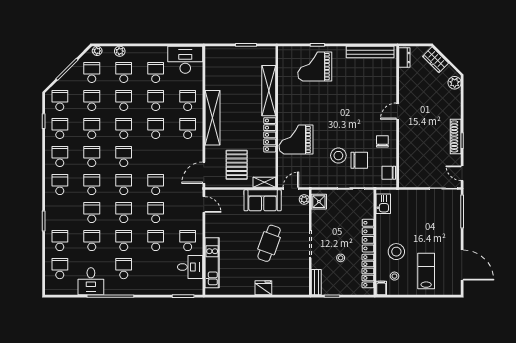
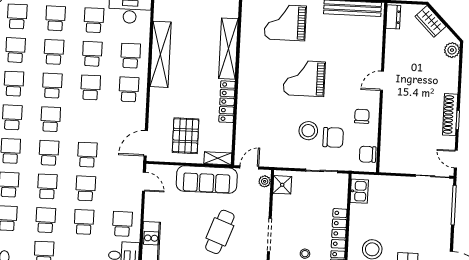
shelving: (212, 118) -> (161, 54), moved
grand piano: (296, 140) -> (304, 78), moved
sofa: (263, 200) -> (207, 180), width x1.36

